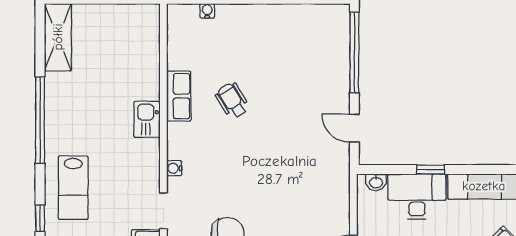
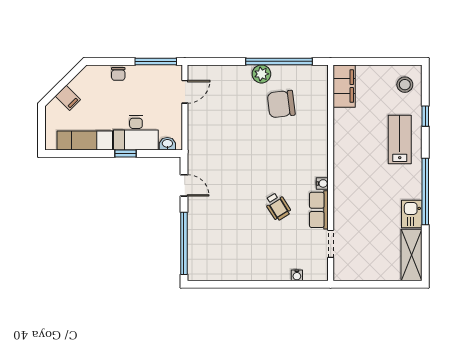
kitchen sink: (147, 119) -> (412, 214), moved, turned 180
water cooler: (174, 168) -> (322, 183), moved
doorway: (163, 211) -> (331, 244), moved

